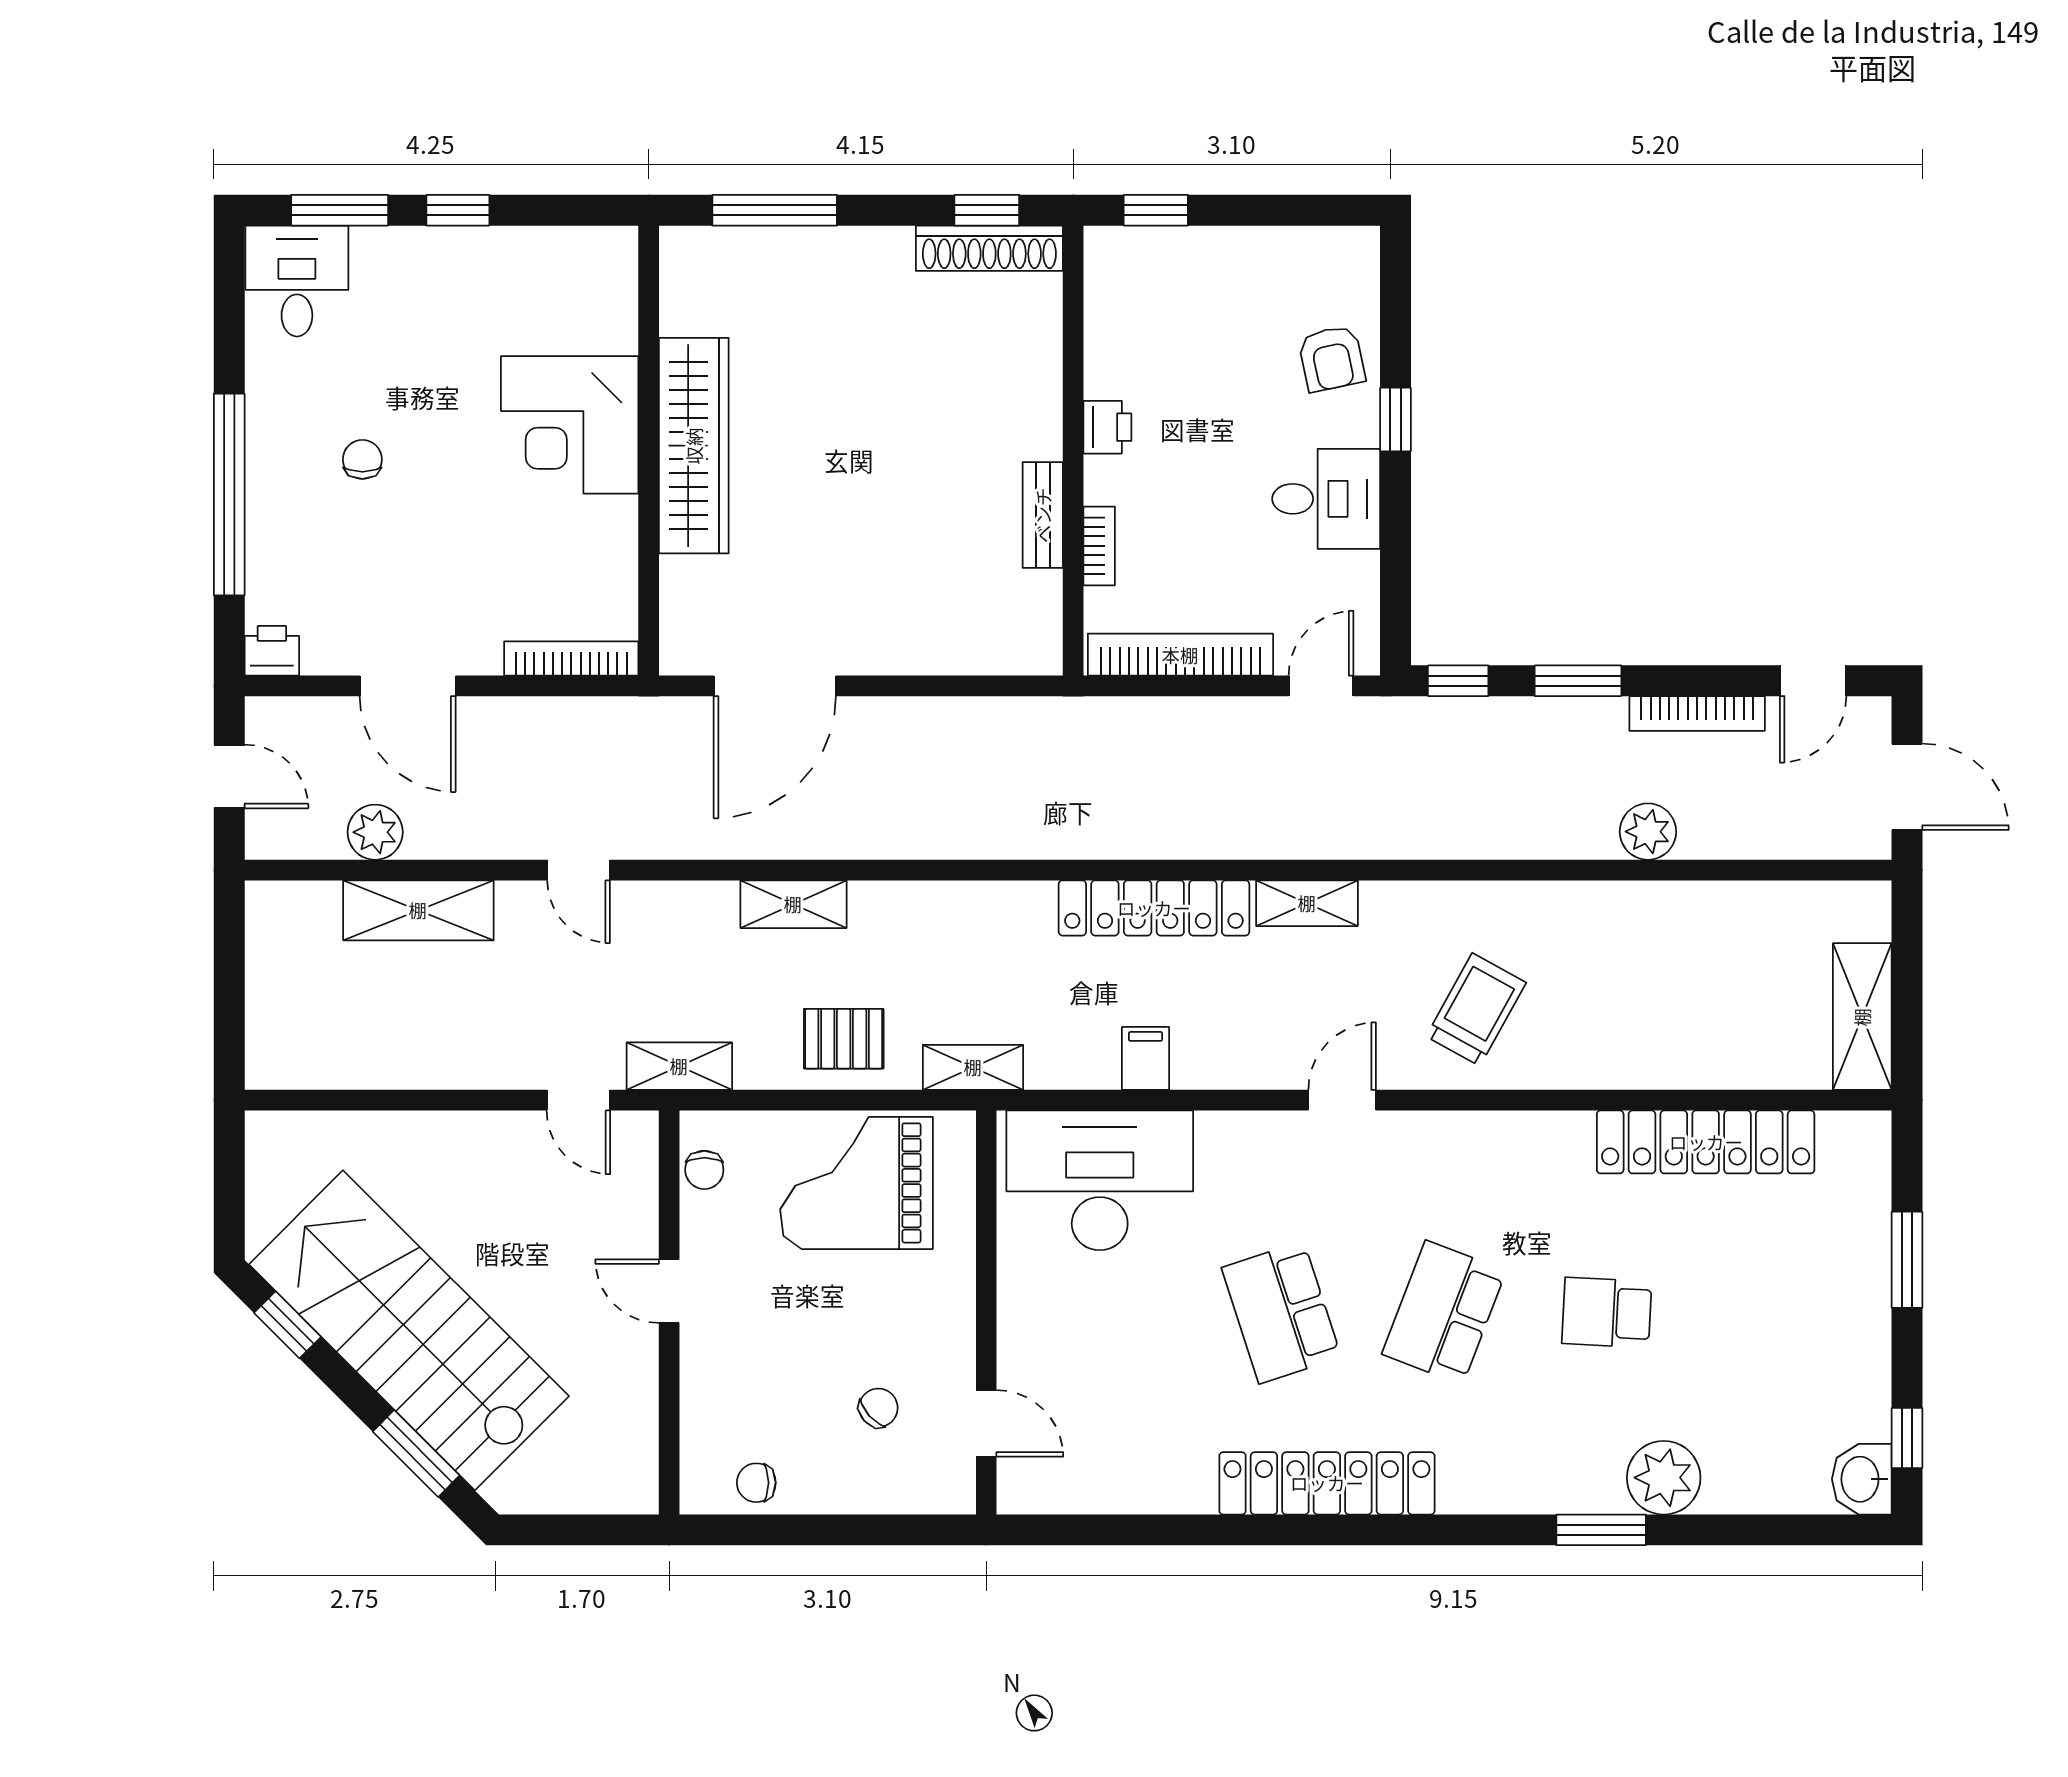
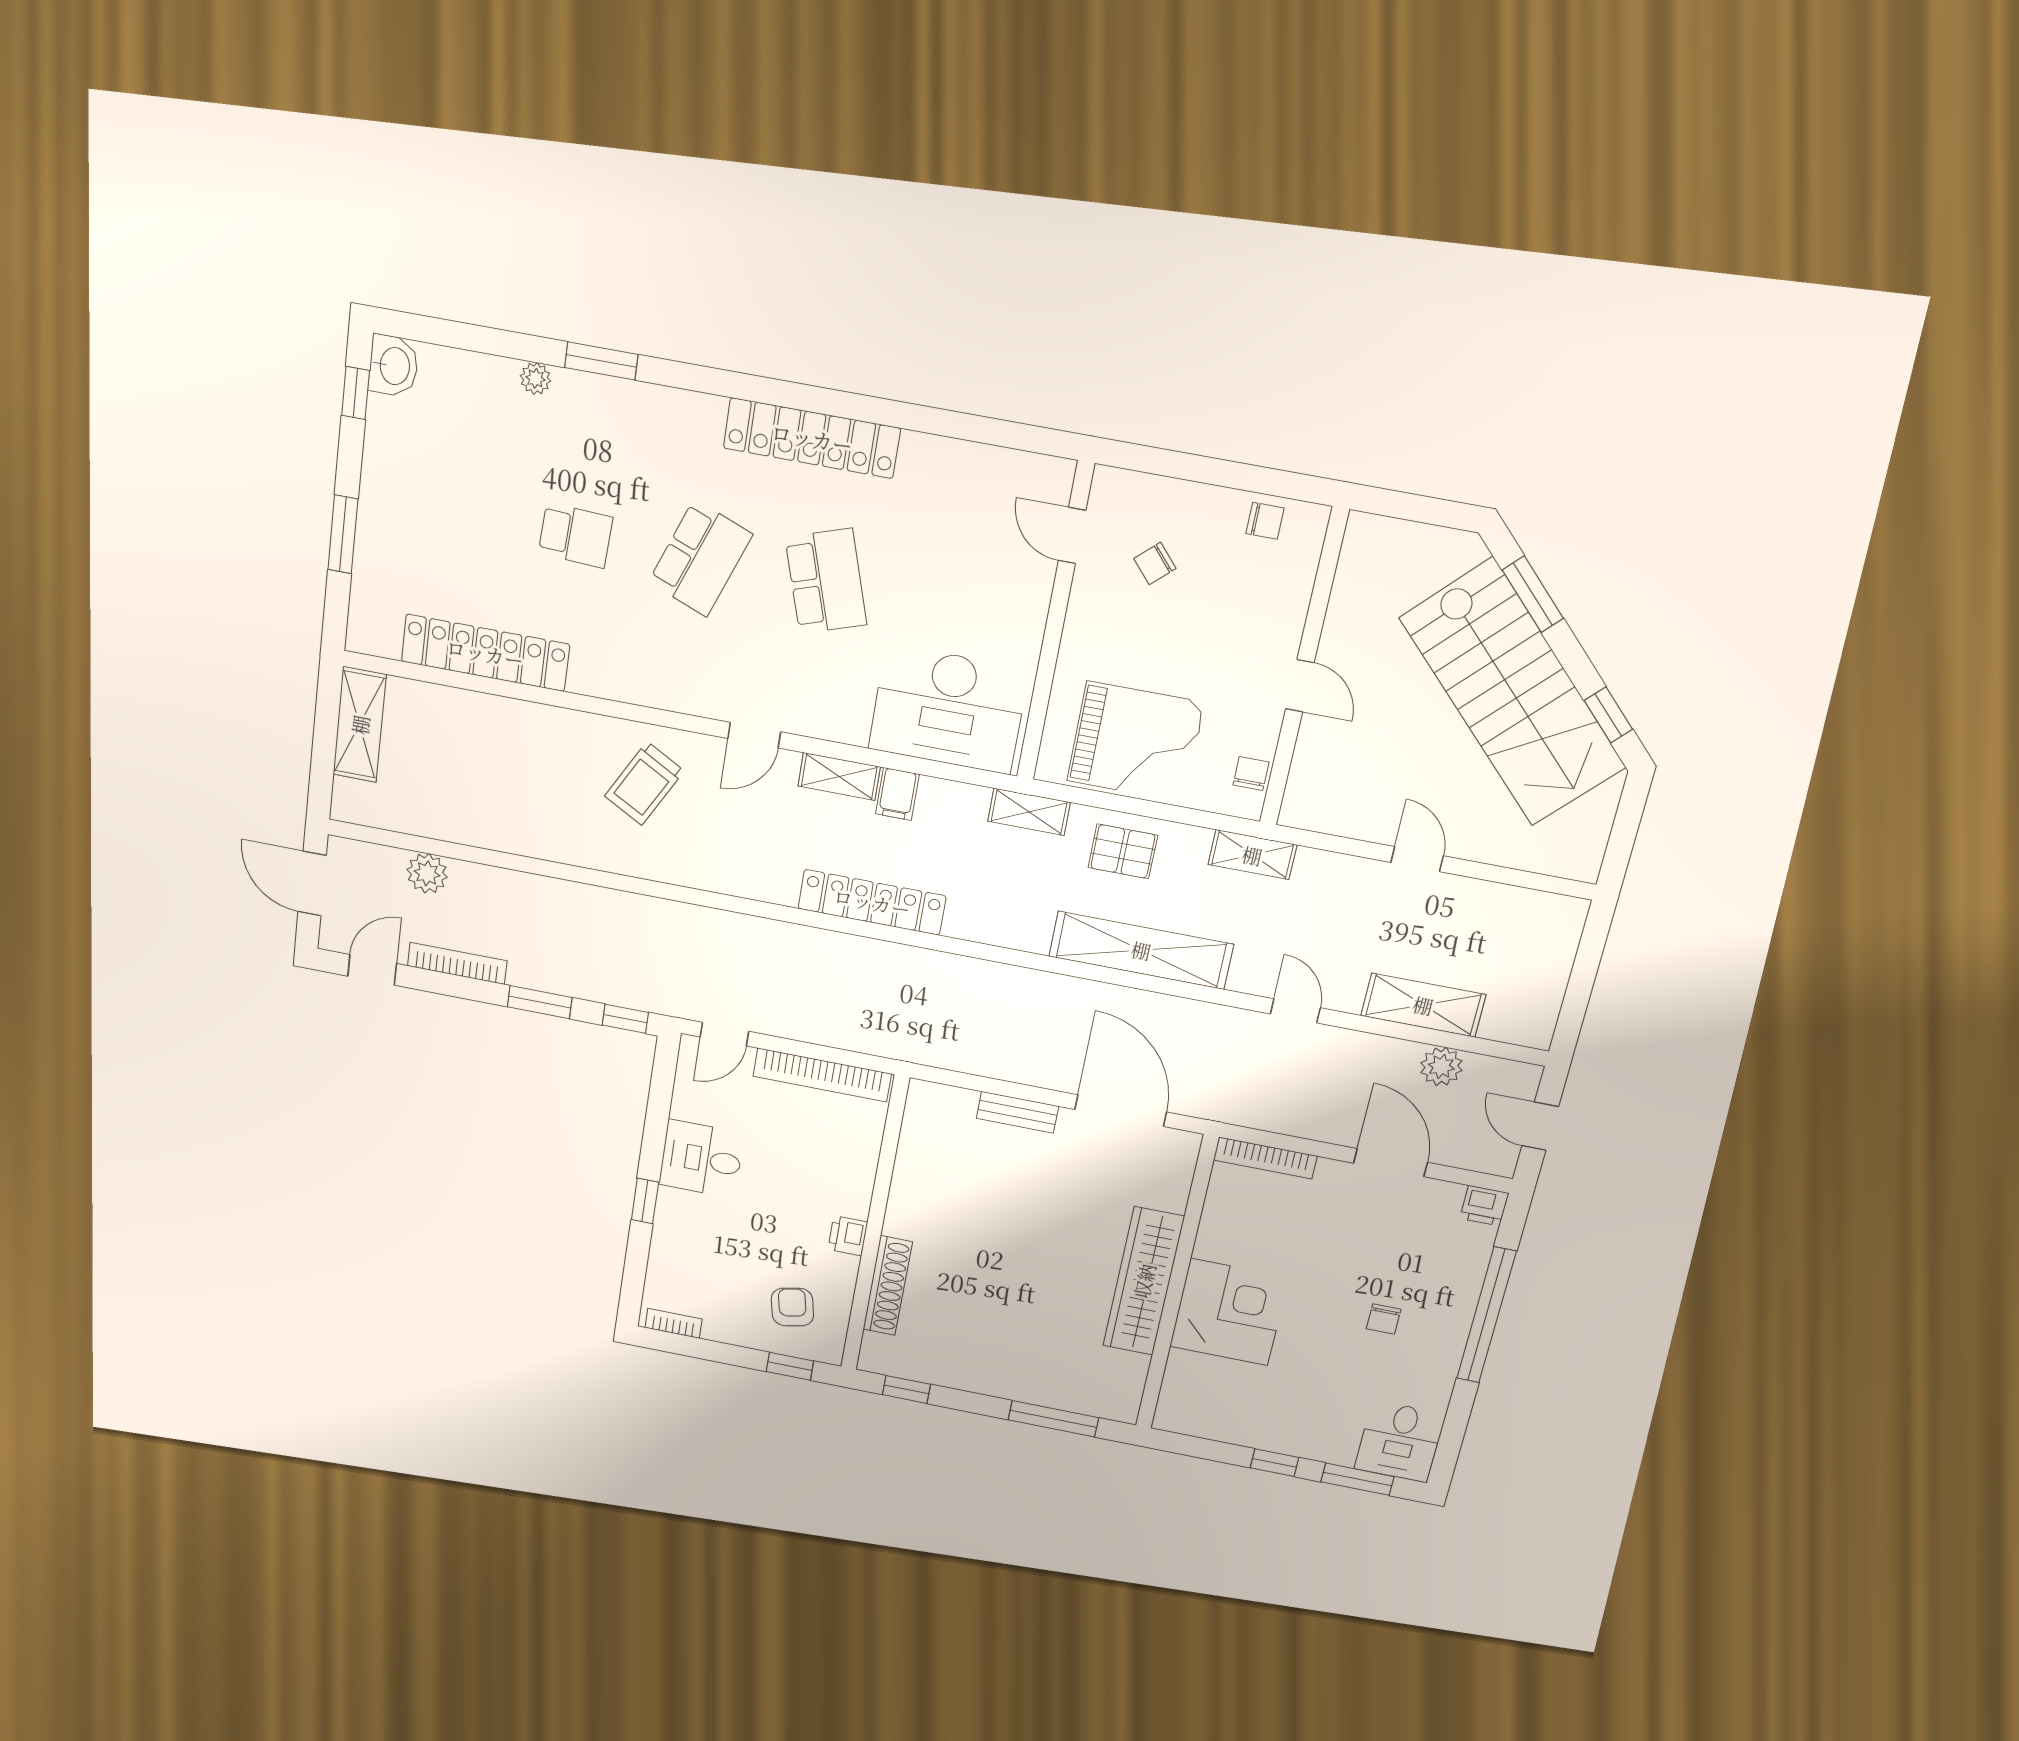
shoe rack: (989, 248) -> (888, 1286), moved, turned 90
armchair: (1332, 359) -> (792, 1307), moved
bench: (1043, 515) -> (1017, 1112), moved, turned 90
bookcase: (1099, 546) -> (674, 1323), moved, turned 90
door: (775, 686) -> (1121, 1111), hinge flipped
plant: (1648, 832) -> (427, 873), moved
shelving: (1307, 903) -> (839, 776), moved
shelving: (793, 904) -> (1141, 950), width x2.20, depth x1.33
door: (578, 1100) -> (1417, 859), moved
plant: (1664, 1478) -> (535, 378), width x0.53, depth x0.53

